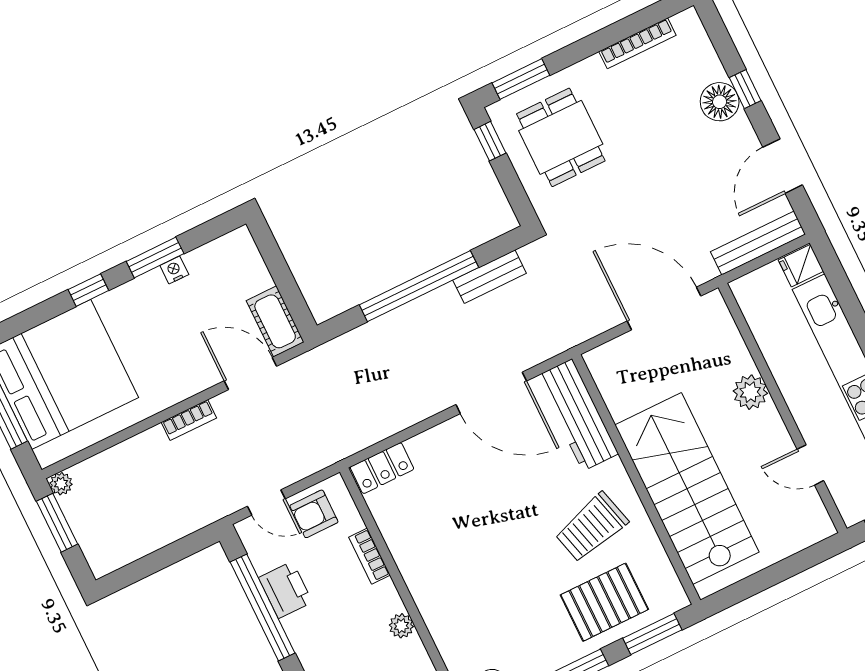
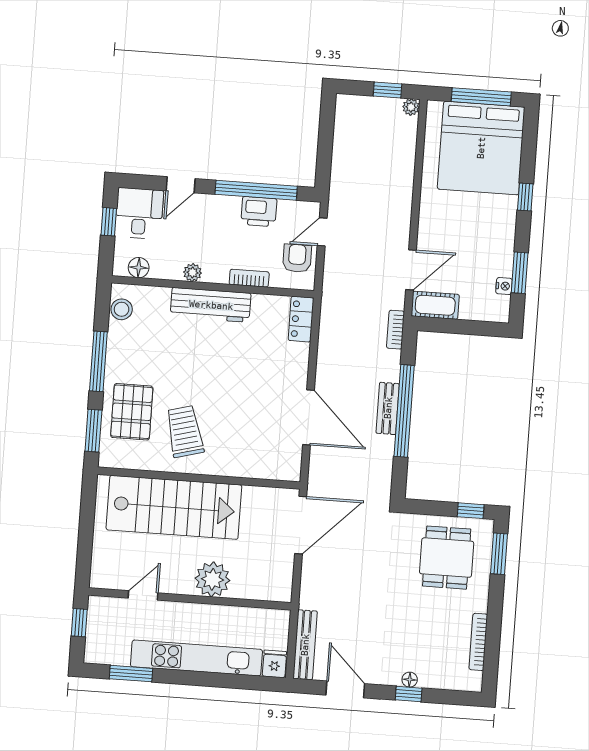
floor lamp: (720, 102) -> (410, 680), width x0.53, depth x0.53
dining table: (561, 137) -> (447, 558), turned 90
window: (155, 258) -> (520, 273), moved
nightstand: (174, 270) -> (504, 286), moved
bench: (490, 277) -> (388, 408), moved
door: (664, 309) -> (301, 525), moved
plant: (750, 392) -> (212, 579), width x1.36, depth x1.36
door: (491, 393) -> (309, 417), swing flipped
workbench: (577, 415) -> (211, 305), moved, turned 180
bookcase: (189, 420) -> (396, 330), moved
window: (57, 523) -> (387, 90), width x0.67

